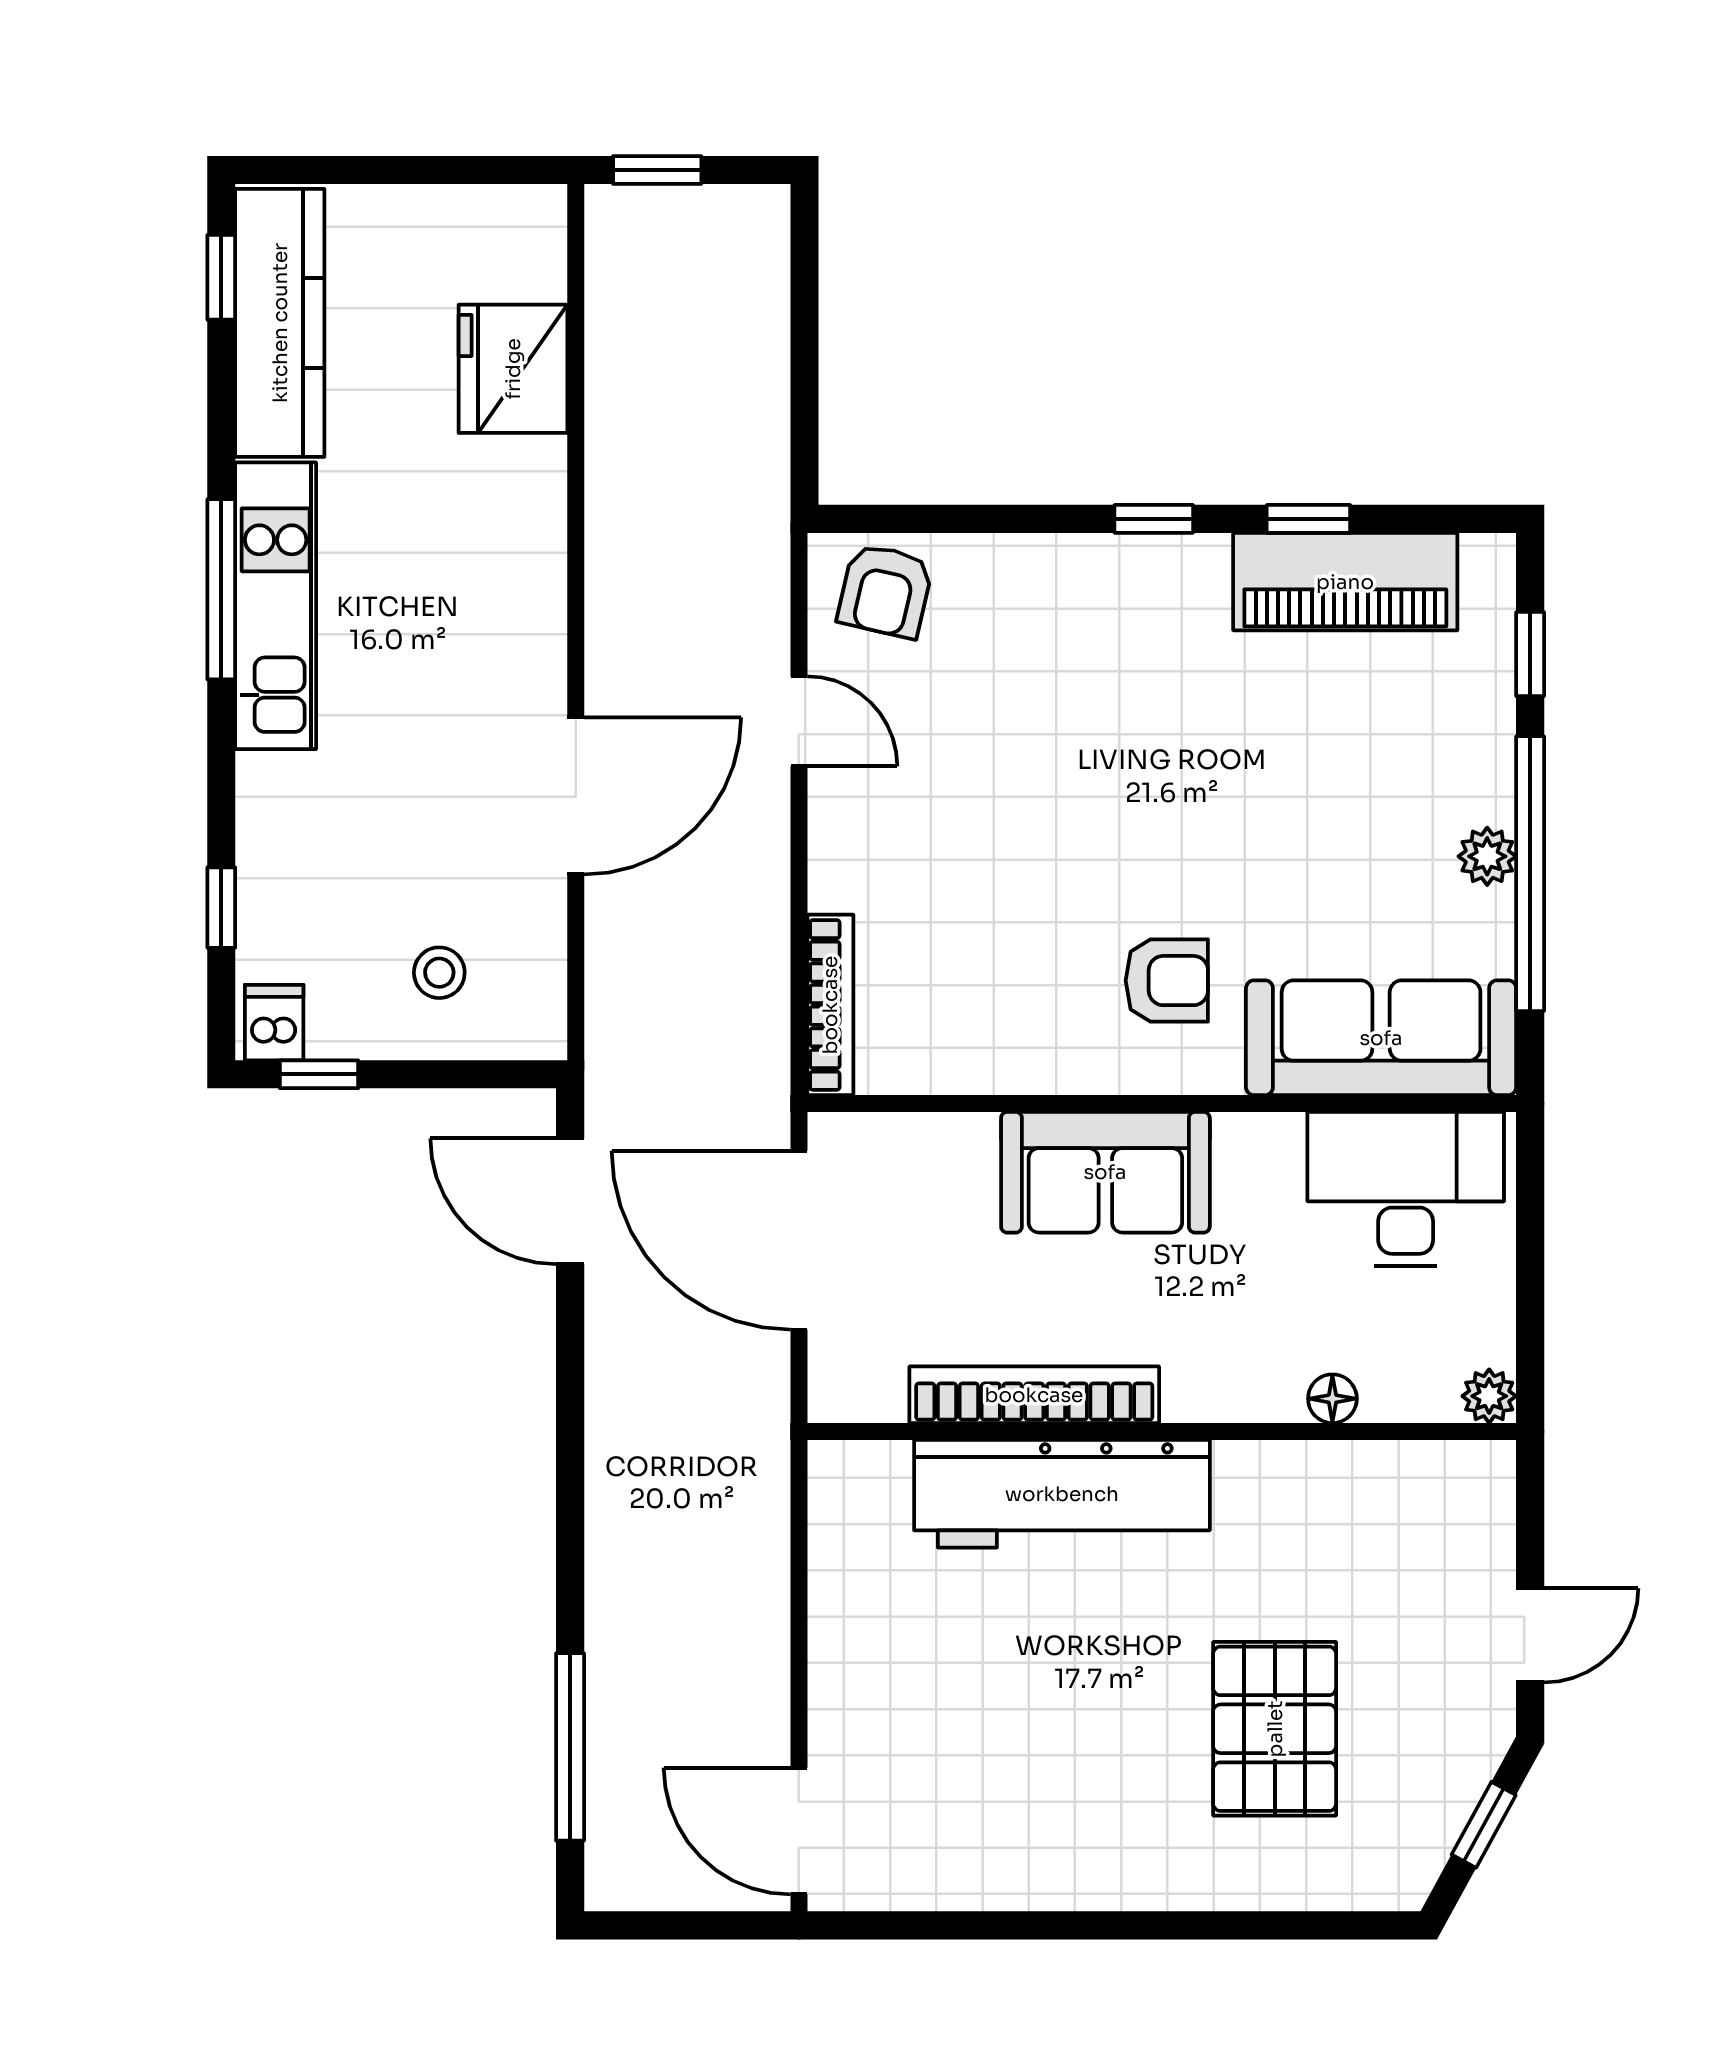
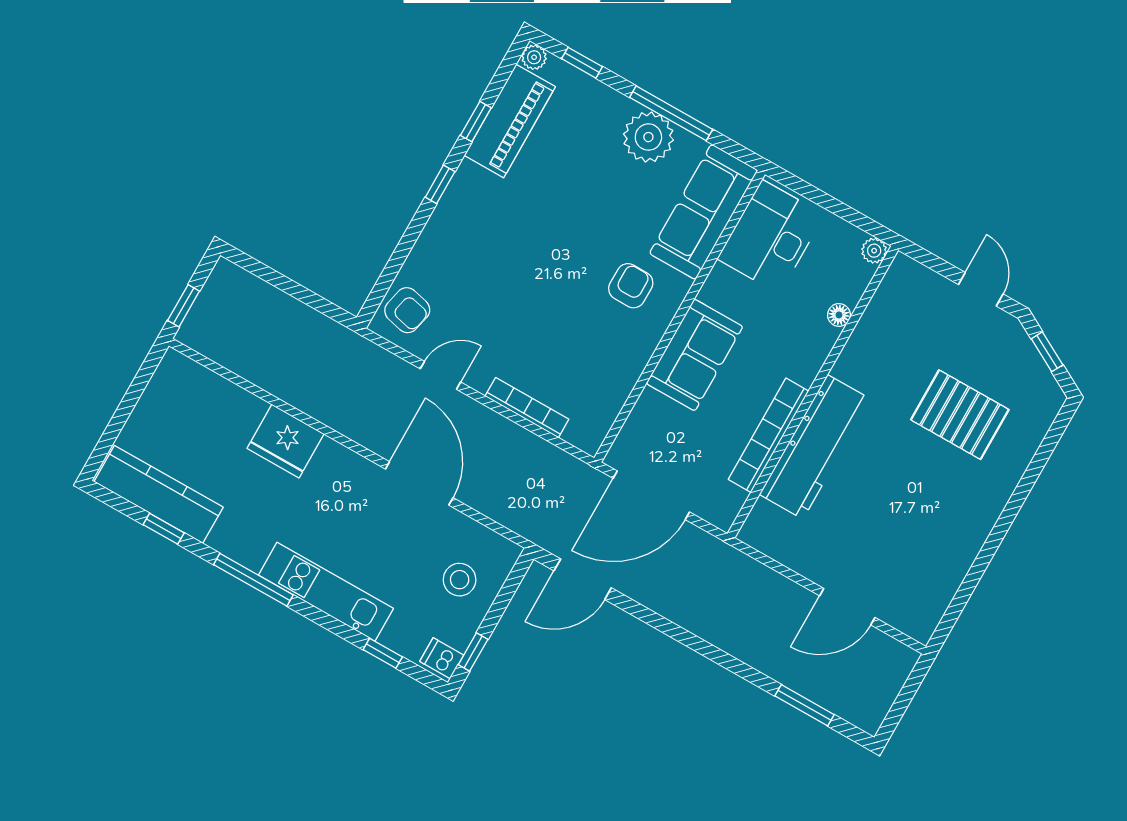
window: (221, 277) -> (164, 529), moved
fridge: (513, 369) -> (285, 441), moved
plant: (1490, 559) -> (534, 57), added
kitchen unit: (276, 606) -> (326, 592), moved
plant: (1487, 856) -> (648, 137), width x1.88, depth x1.88
window: (1530, 874) -> (671, 113), width x0.68
stool: (439, 973) -> (460, 580), width x1.37, depth x1.37
bookcase: (830, 1005) -> (527, 408), moved
window: (570, 1747) -> (804, 705), width x0.69
door: (799, 1831) -> (847, 607), moved

